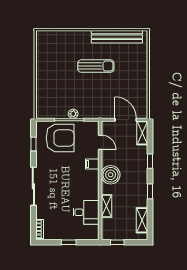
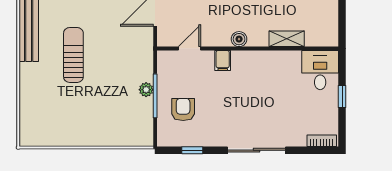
armchair: (60, 138) -> (183, 109), width x0.53, depth x0.53
boiler: (111, 175) -> (239, 39), width x0.54, depth x0.54
desk: (86, 212) -> (320, 70), moved
window: (117, 242) -> (342, 22), removed

